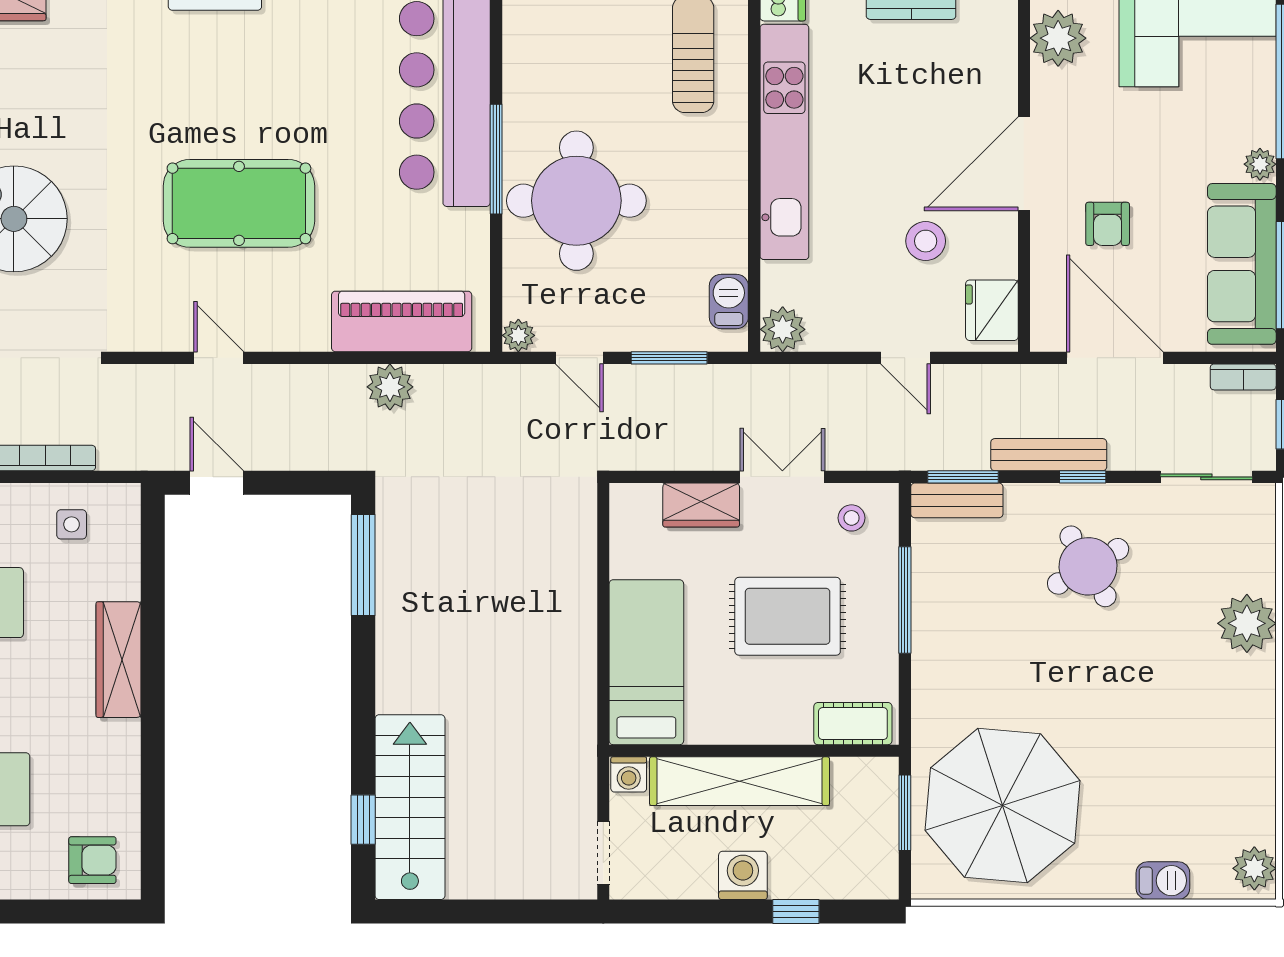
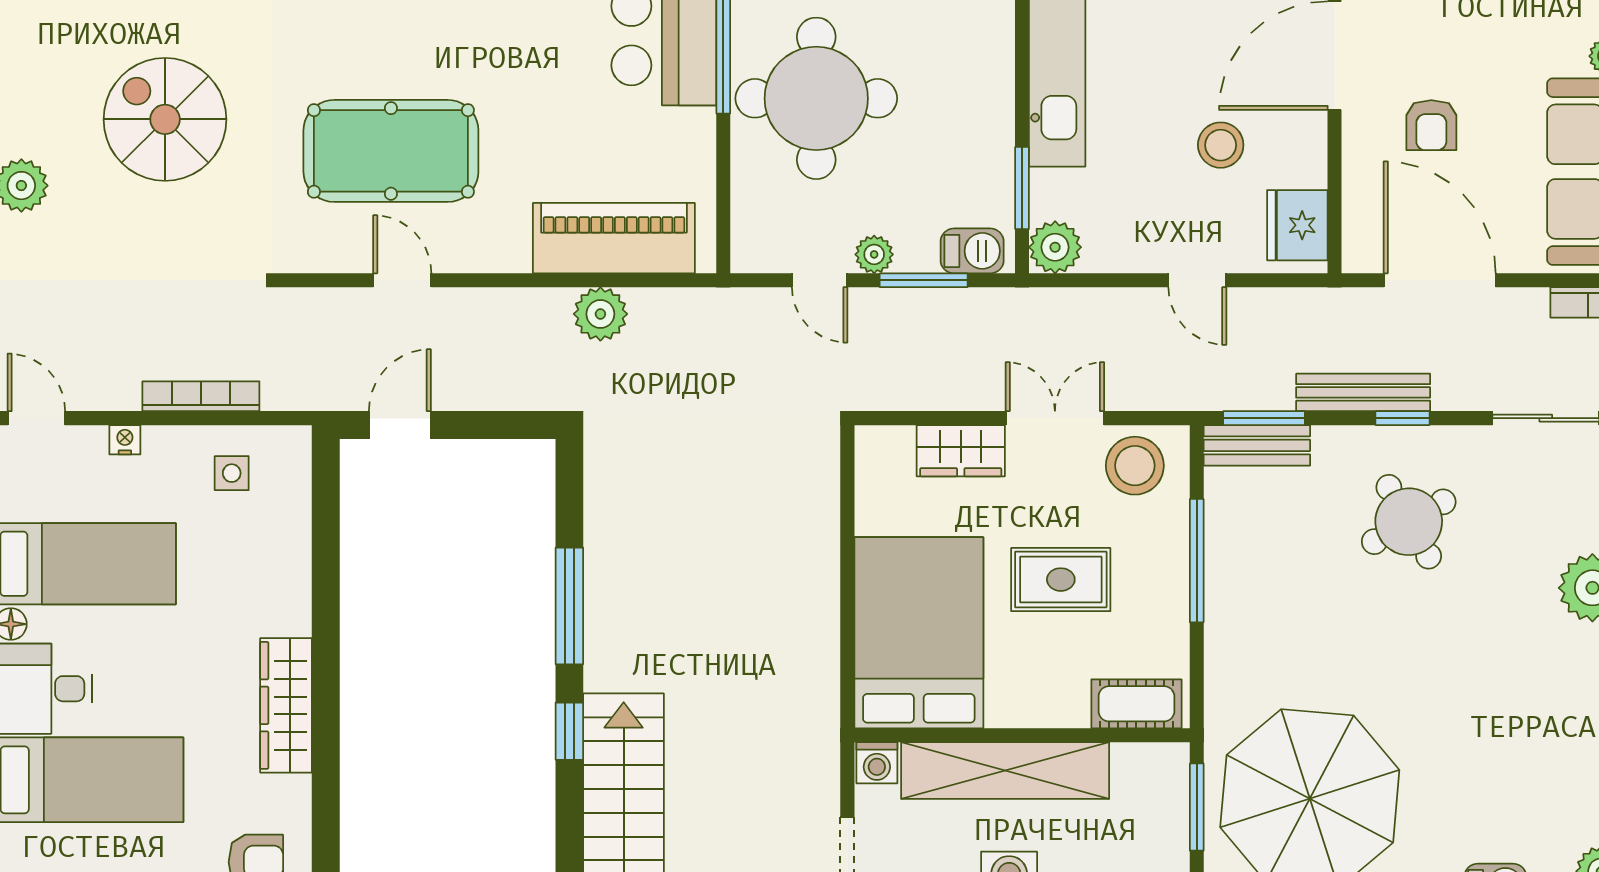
pool table: (239, 203) -> (391, 151), moved
window: (754, 278) -> (1022, 188), added
barbecue: (729, 302) -> (972, 251), moved, turned 90
plant: (518, 335) -> (874, 254), moved
door: (217, 483) -> (400, 425), hinge flipped
stool: (852, 518) -> (1135, 466), width x1.89, depth x1.89
window: (363, 565) -> (569, 606), moved
rug: (788, 616) -> (1061, 580), width x0.73, depth x0.70
wardrobe: (118, 660) -> (286, 705), moved
bed: (646, 662) -> (919, 633), width x1.50
window: (363, 820) -> (569, 731), moved

